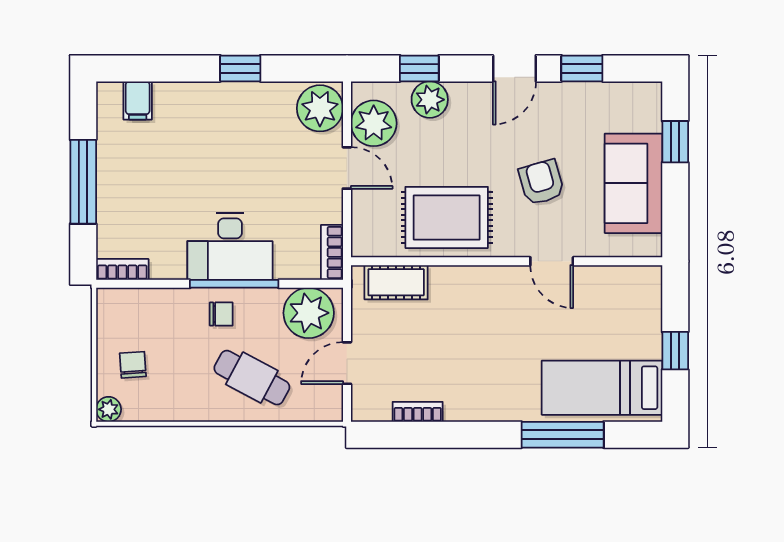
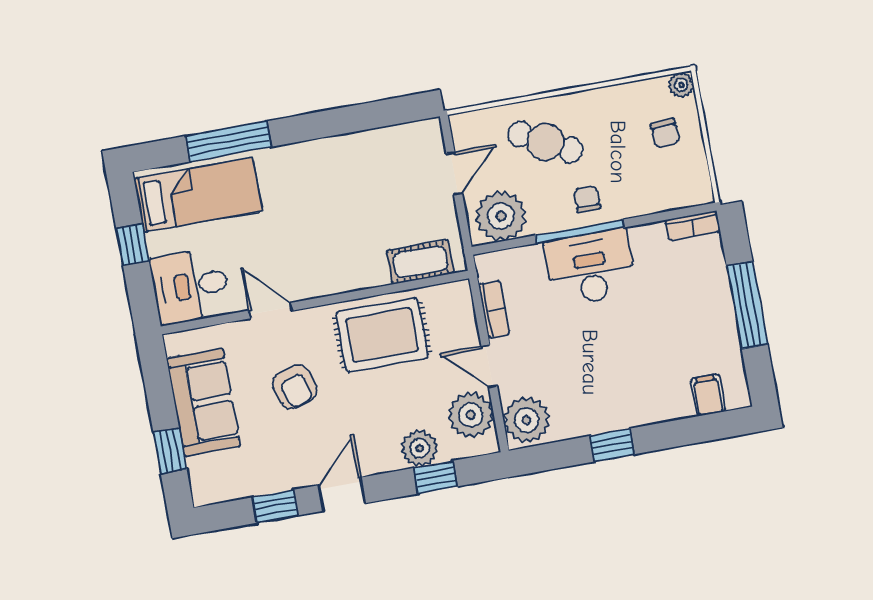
bookcase: (332, 252) -> (494, 309), moved
desk: (626, 300) -> (190, 286), added
chair: (221, 314) -> (587, 199), turned 90
bookcase: (418, 412) -> (376, 138), removed

